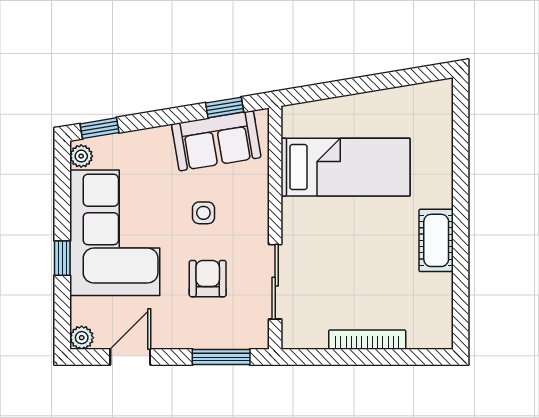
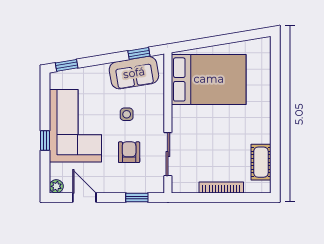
plant: (81, 156) -> (56, 81), removed
bed: (346, 167) -> (209, 79), width x1.50
cot: (436, 240) -> (261, 162), moved
door: (130, 357) -> (84, 198), hinge flipped
window: (221, 357) -> (137, 198), width x0.67

